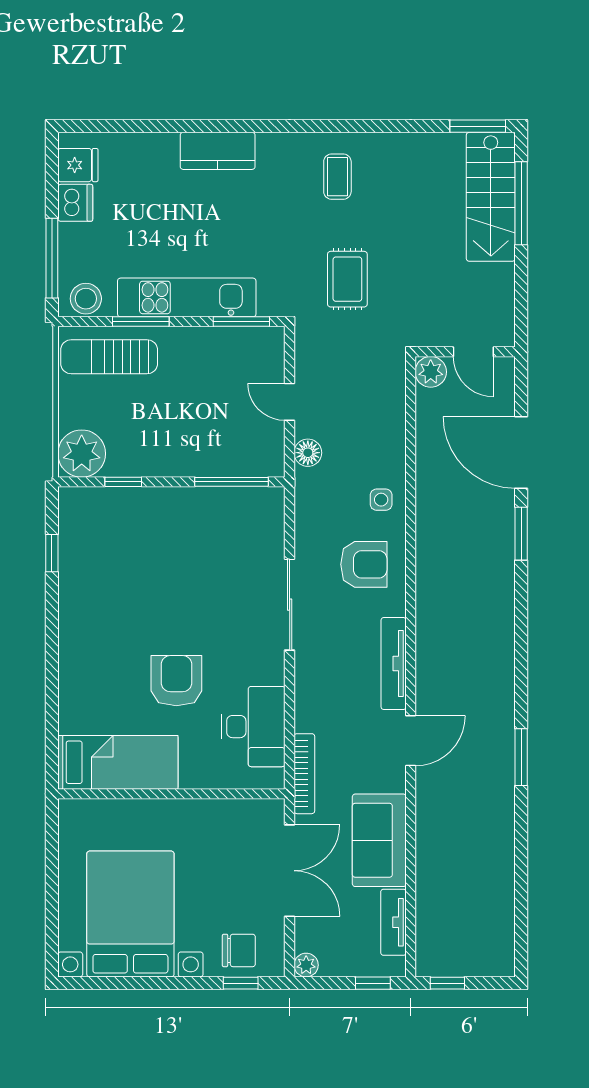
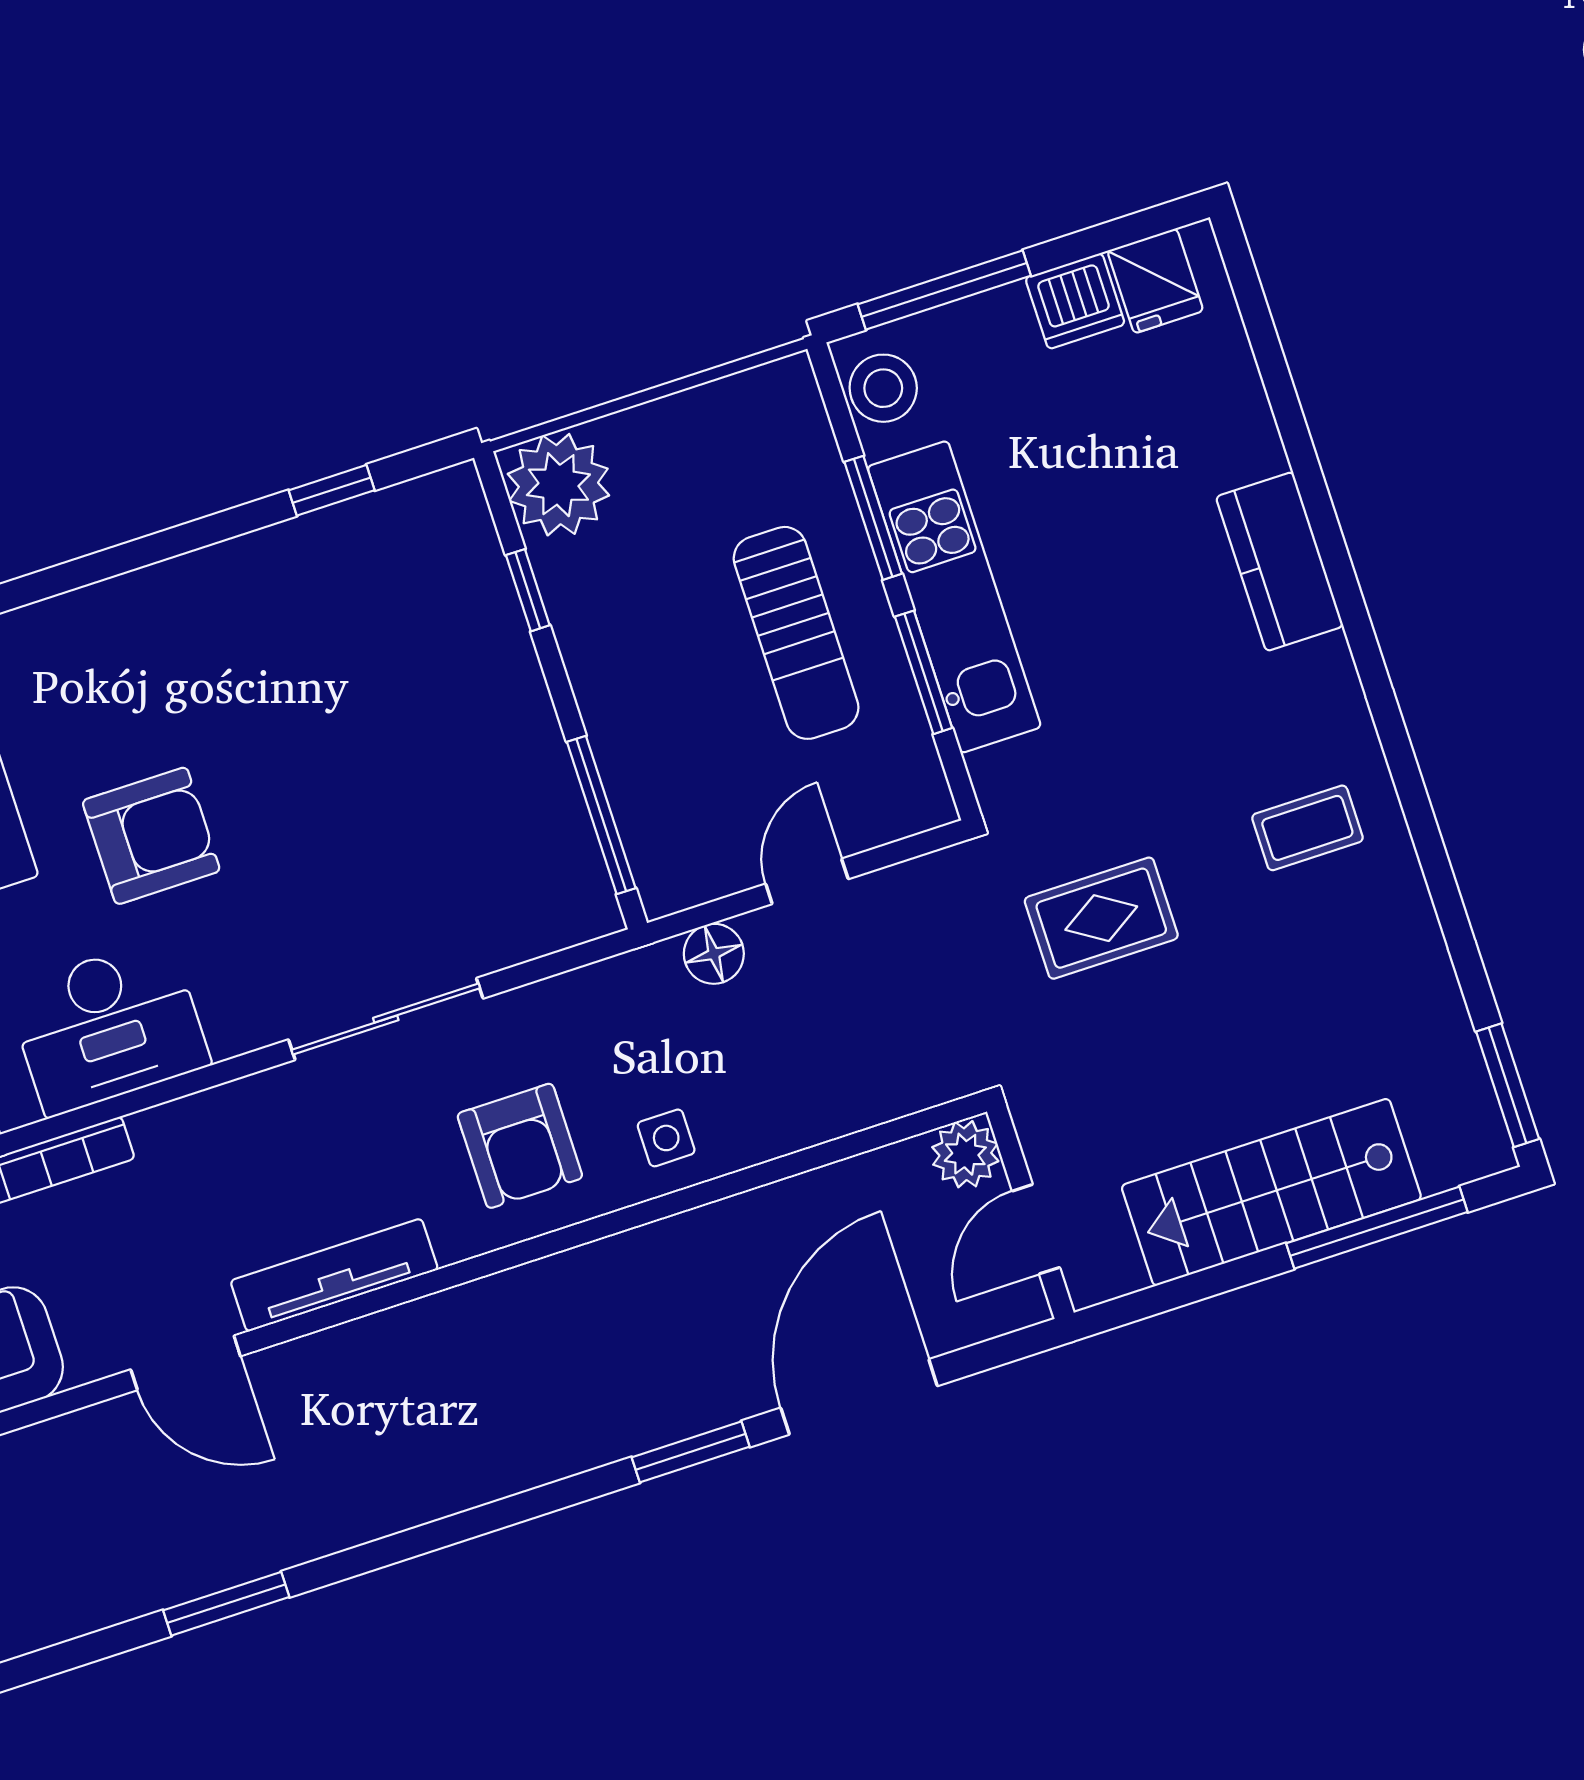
stairs: (491, 197) -> (1271, 1192), moved
window: (241, 321) -> (924, 672), moved
sun lounger: (109, 357) -> (796, 633), moved, turned 180

